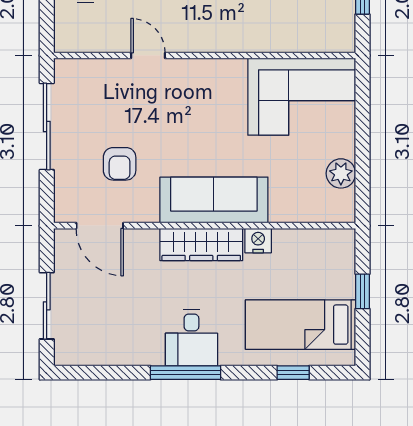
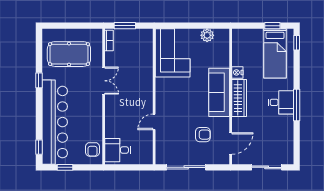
window: (362, 291) -> (272, 26), moved
window: (293, 373) -> (297, 43), moved

